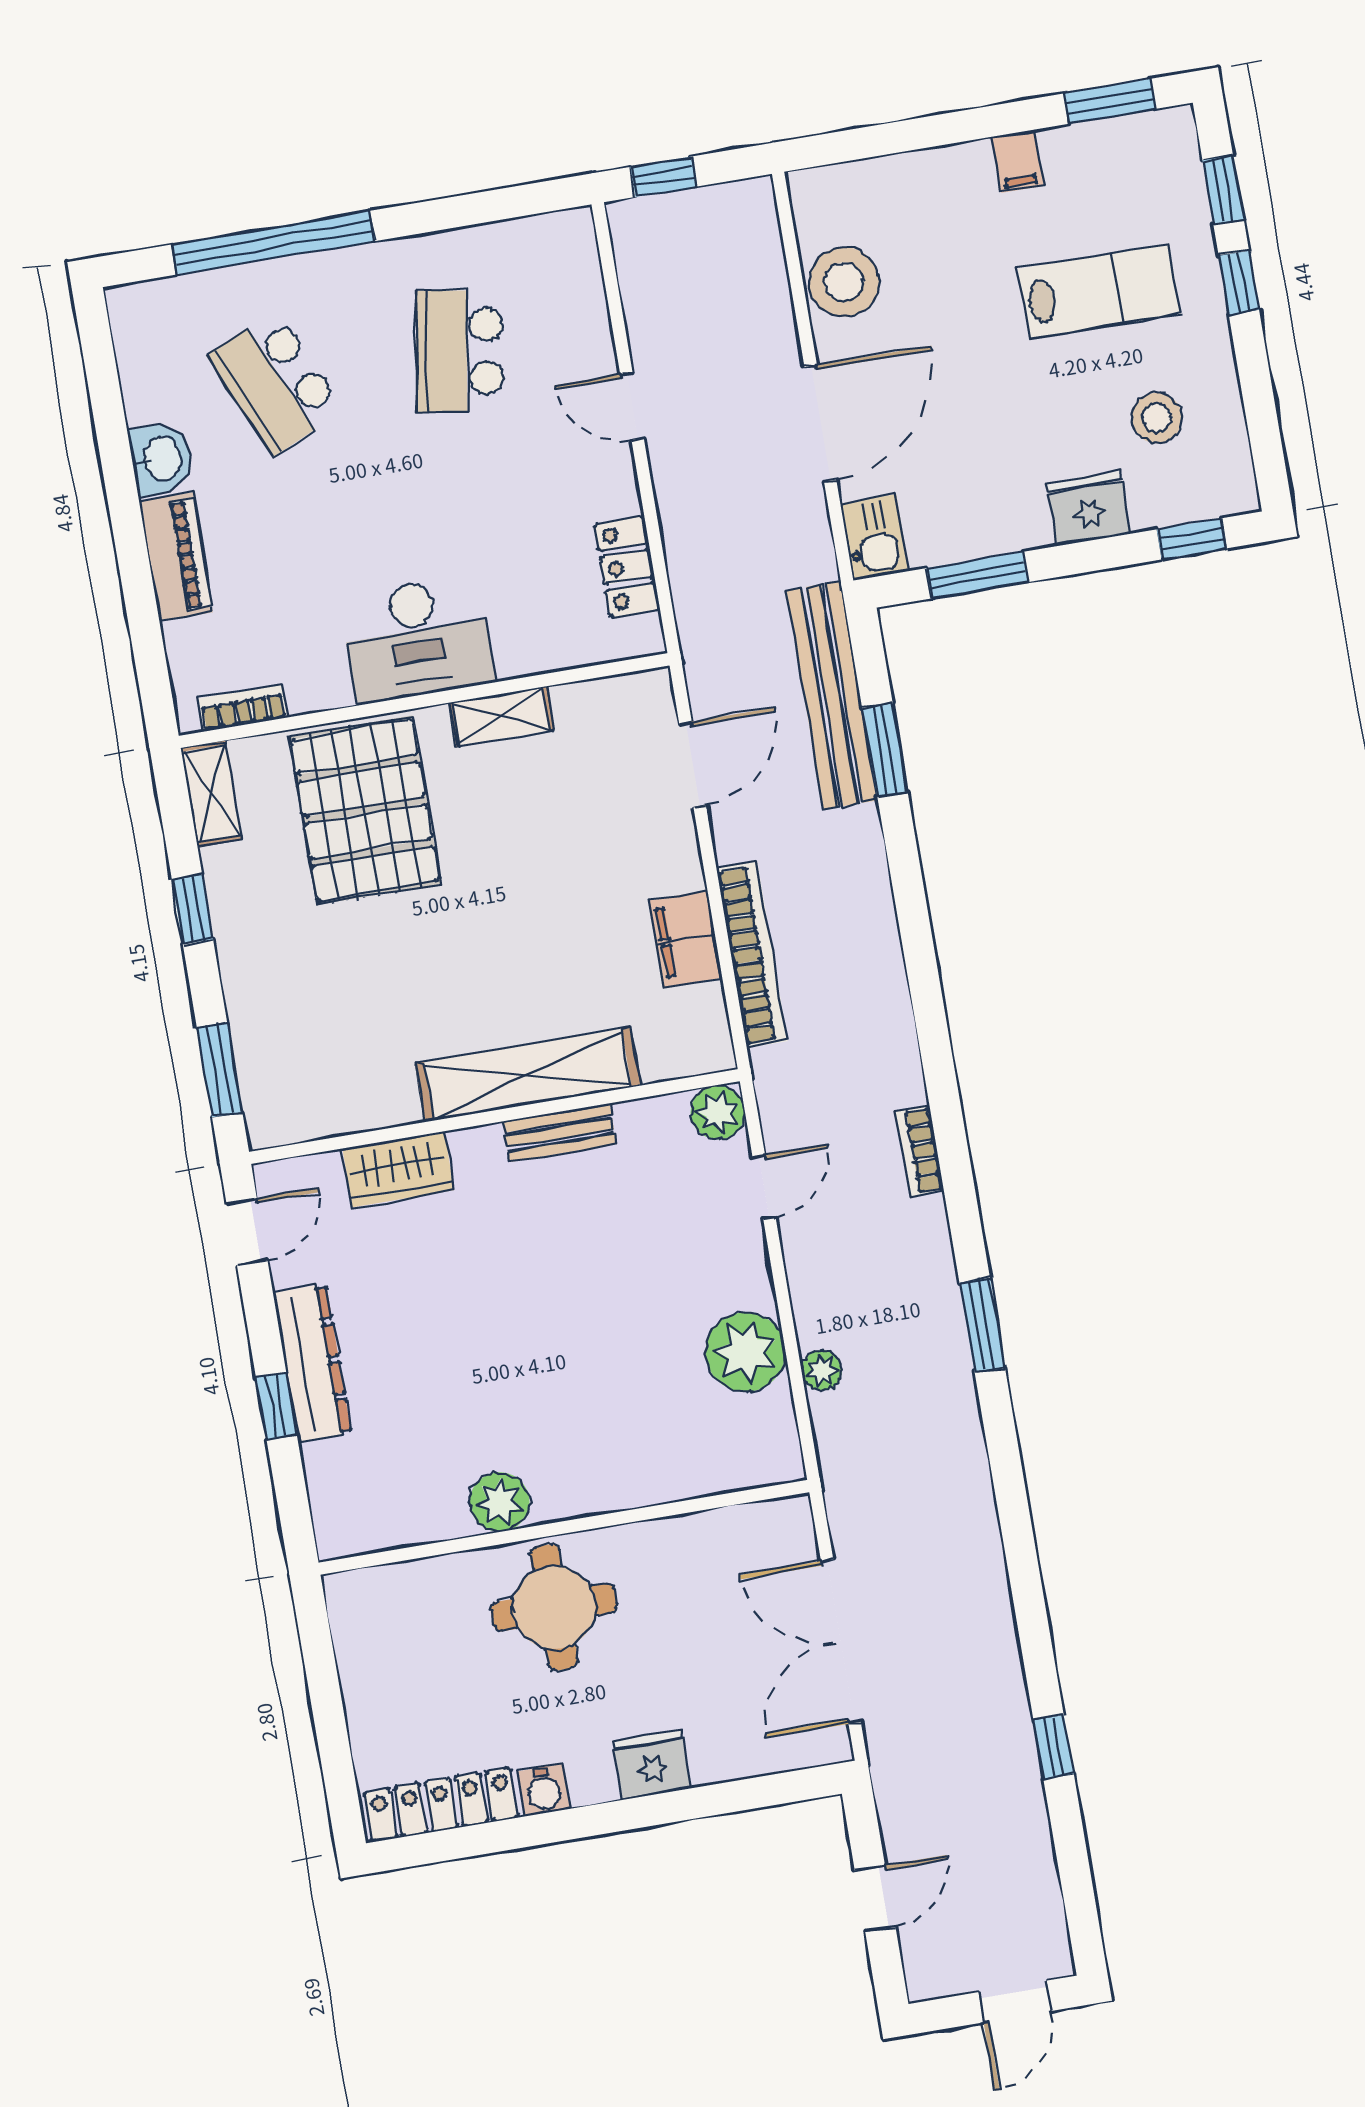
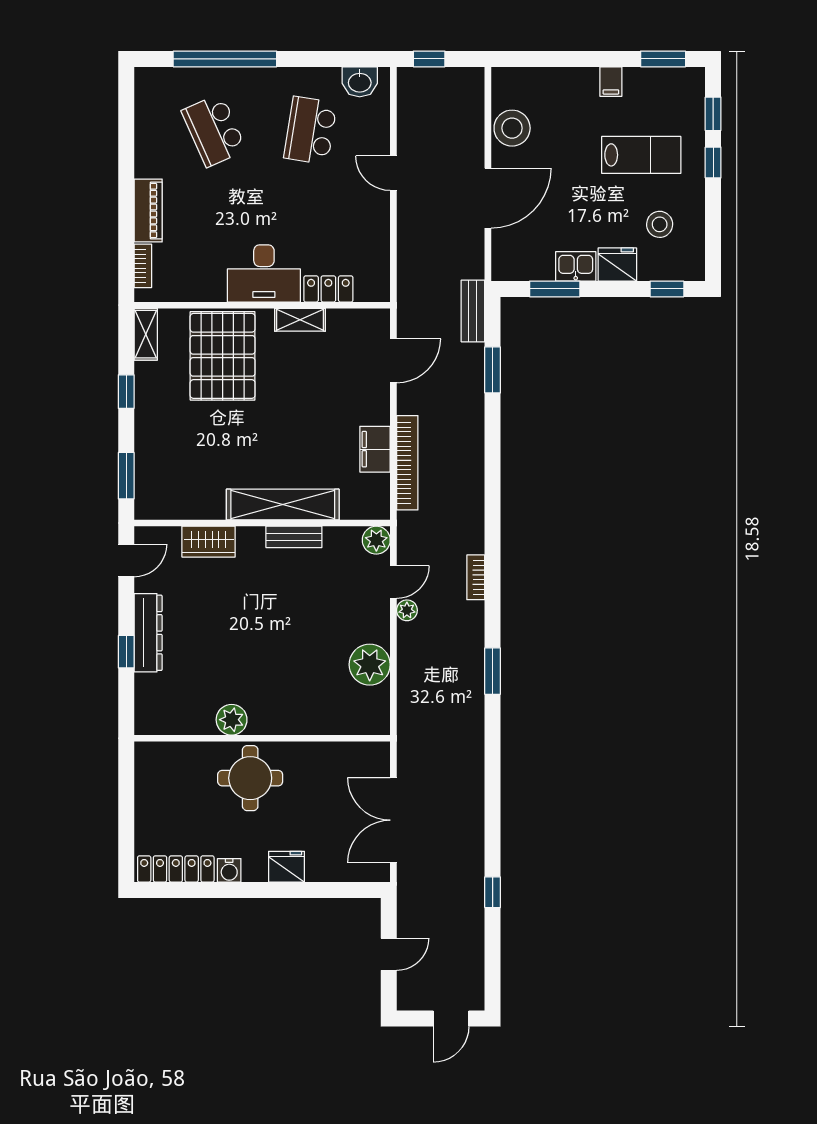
washbasin: (161, 459) -> (360, 82), moved, turned 90
kitchen sink: (875, 537) -> (576, 266), moved, turned -90
locker: (627, 567) -> (328, 289), moved, turned 90
bench: (832, 695) -> (473, 311), width x0.54, depth x0.82
bookcase: (243, 708) -> (143, 266), moved, turned 90
plant: (822, 1370) -> (407, 610), moved

